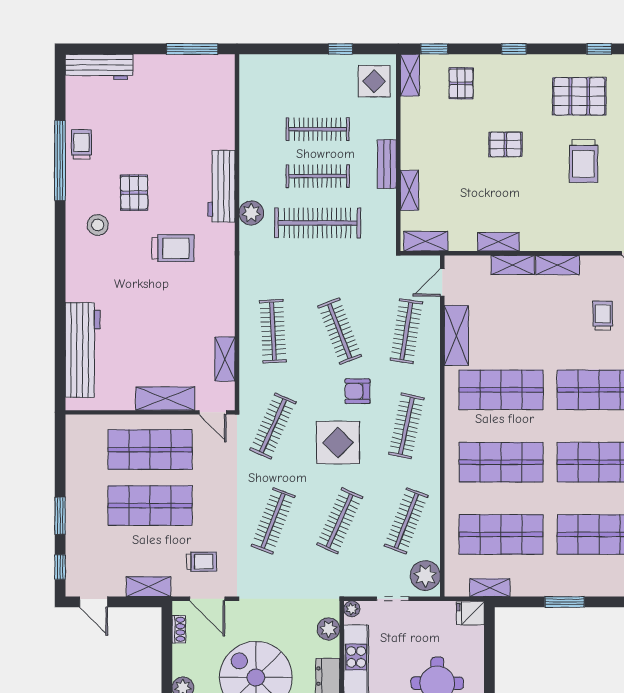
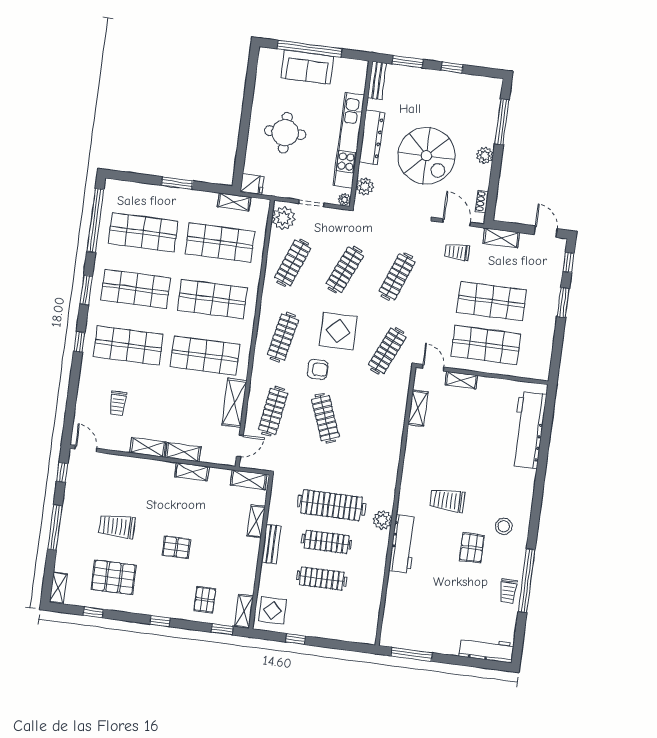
trolley: (583, 161) -> (117, 526), turned -90
clothes rail: (273, 331) -> (377, 425), removed
shelving: (165, 399) -> (461, 380), width x0.67, depth x0.75

